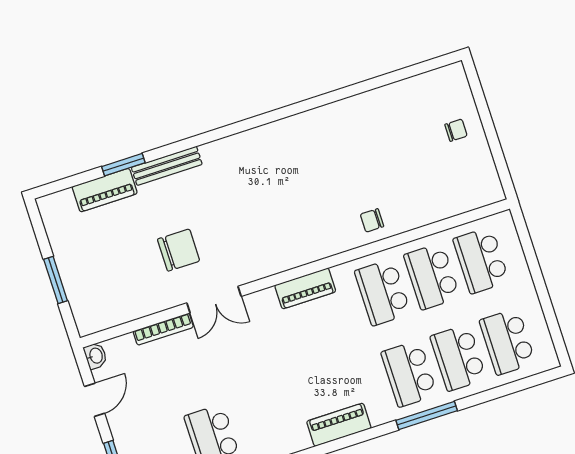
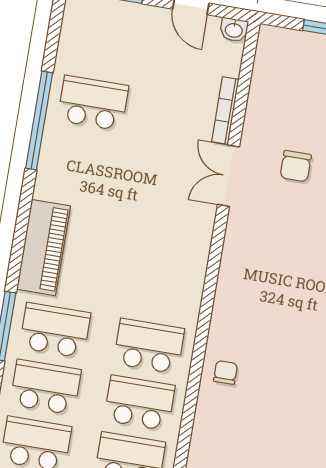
chair: (179, 250) -> (296, 166), width x0.73, depth x0.73
piano: (305, 288) -> (193, 272), removed
piano: (339, 425) -> (43, 248), width x1.37, depth x1.33

